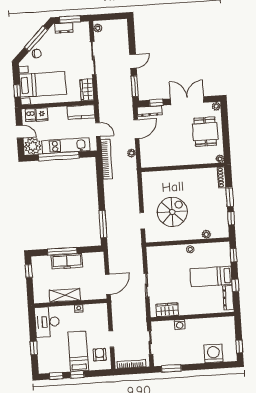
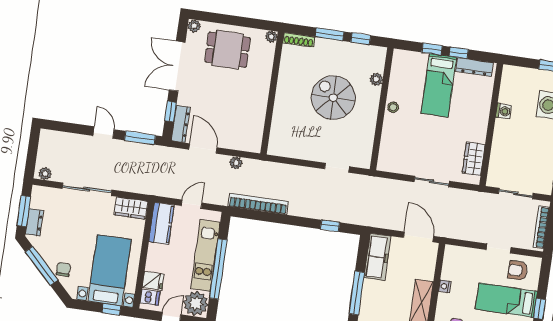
bookcase: (106, 159) -> (258, 204), moved
spiral stairs: (172, 212) -> (333, 98), moved
window: (103, 224) -> (330, 226), width x0.46
window: (233, 255) -> (432, 49), moved
freezer: (67, 261) -> (377, 257), moved
washing machine: (180, 325) -> (504, 111), moved

